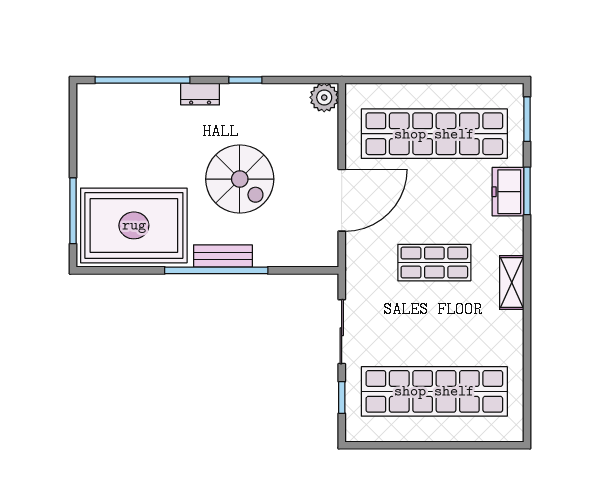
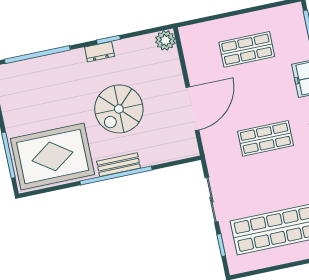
dresser: (200, 94) -> (100, 52), moved
shop shelf: (434, 134) -> (247, 49), width x0.50, depth x0.74
spiral stairs: (240, 179) -> (119, 109), turned 90

